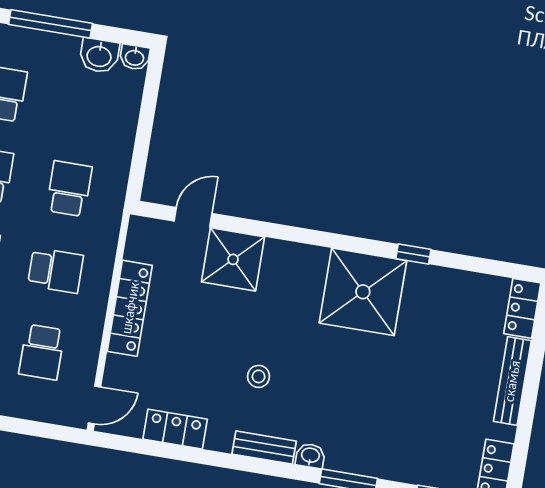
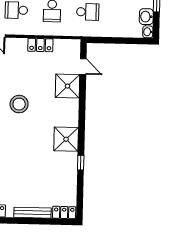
shower: (363, 292) -> (66, 139), width x0.73, depth x0.73
locker: (130, 308) -> (40, 45), width x0.66
stool: (259, 376) -> (19, 104), width x1.89, depth x1.89

